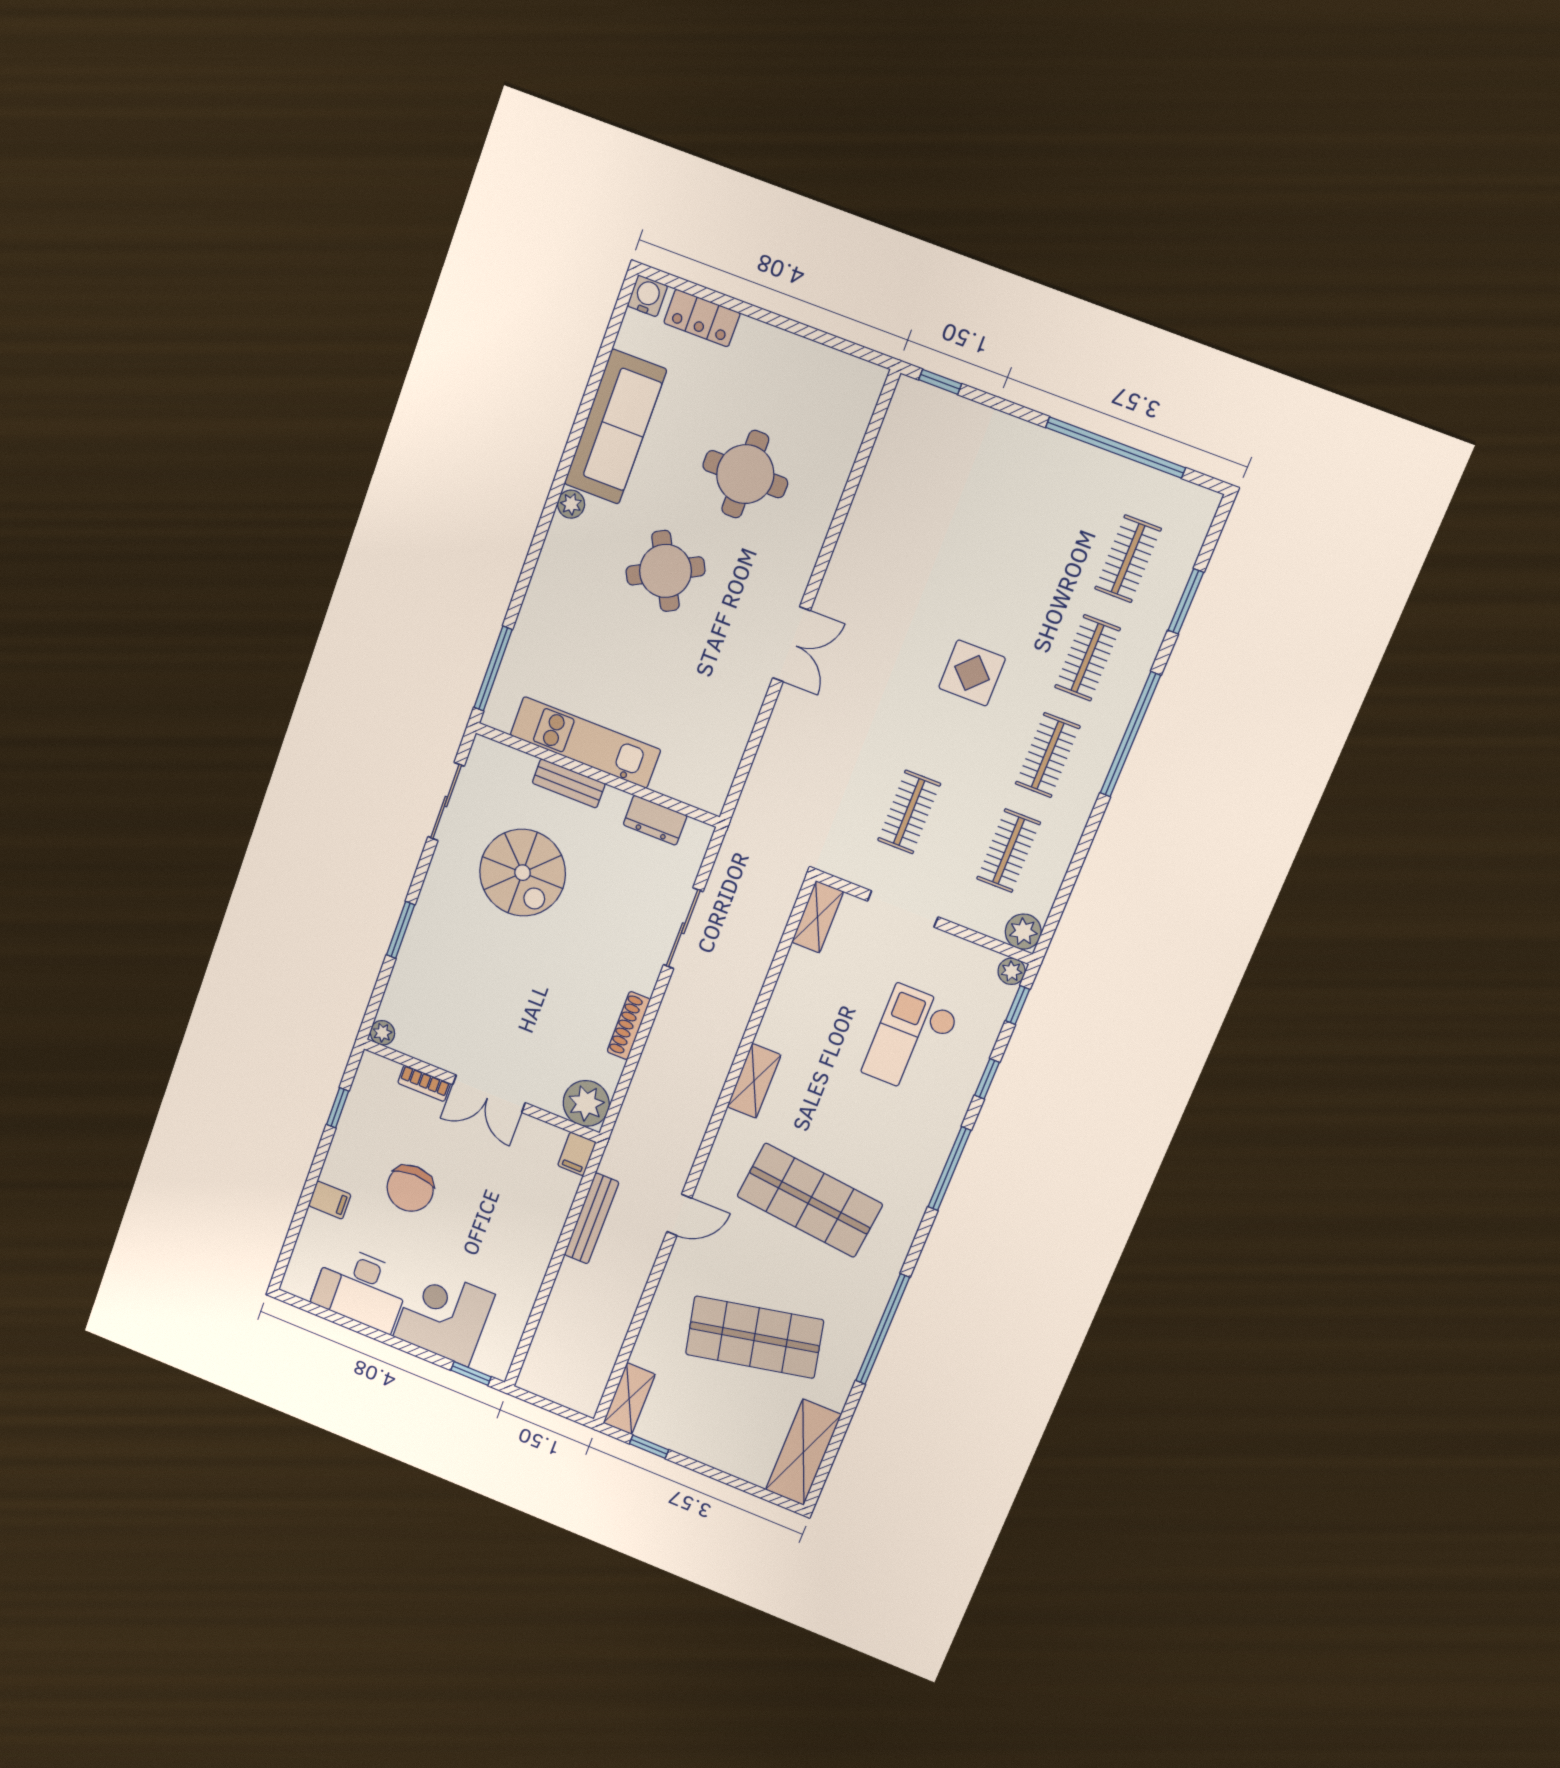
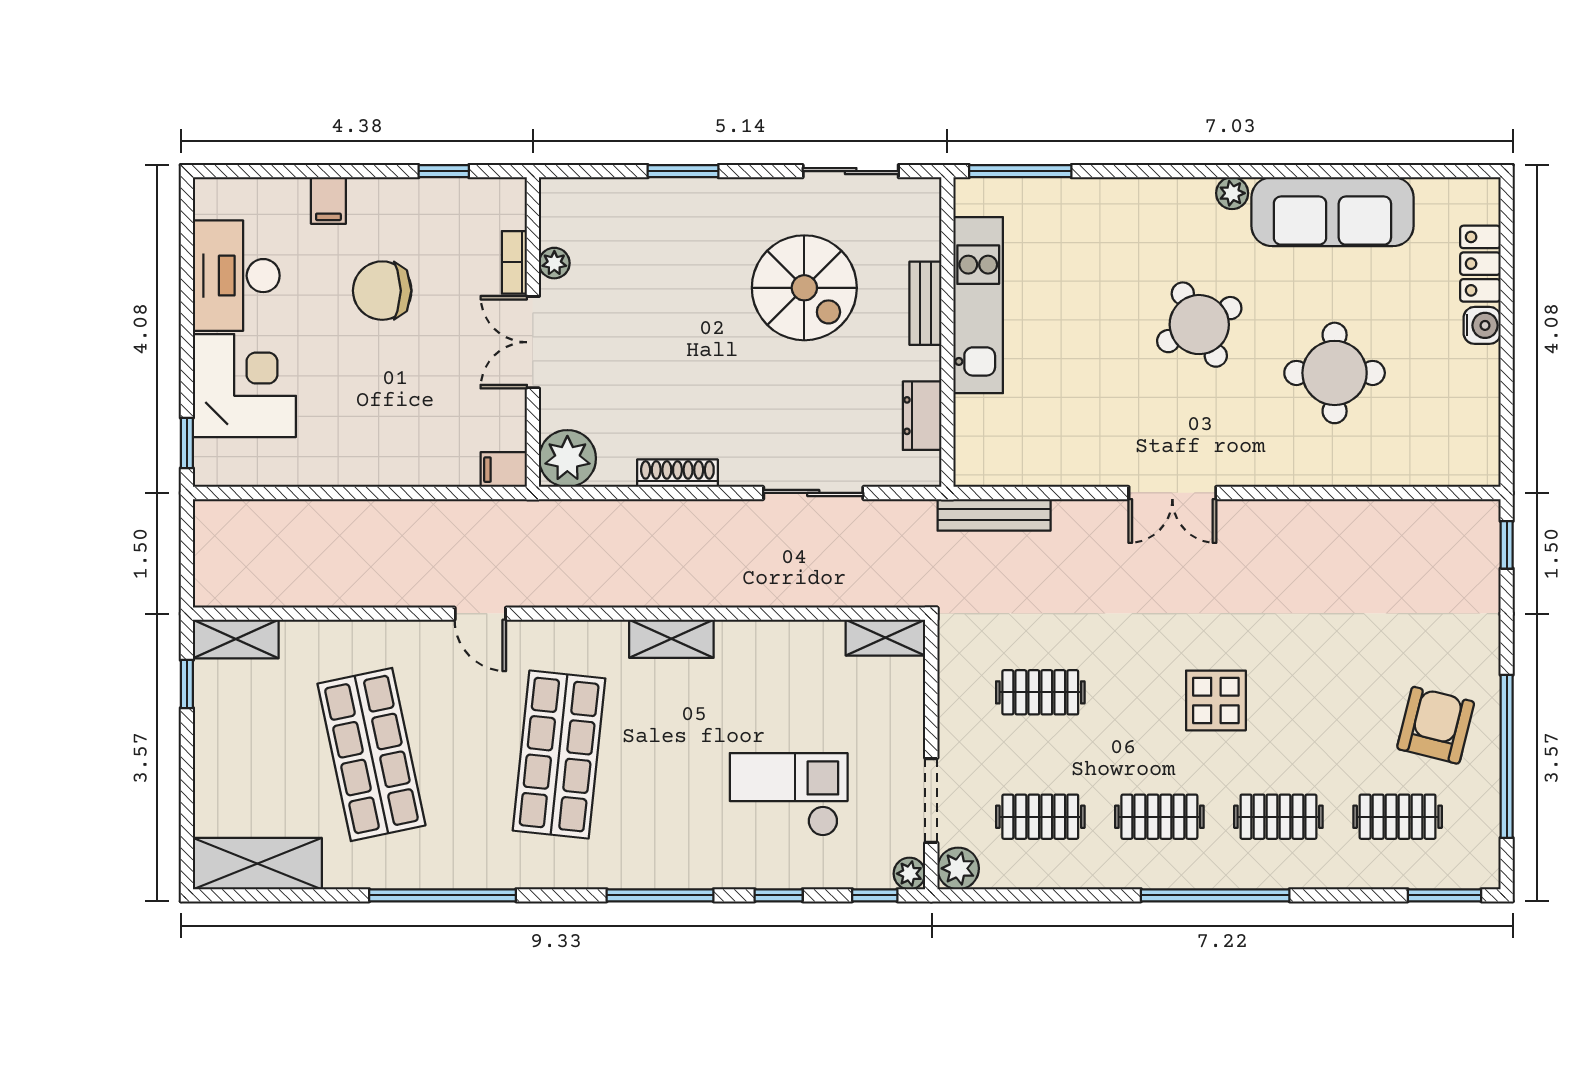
water cooler: (647, 296) -> (1482, 325), moved
armchair: (1065, 498) -> (1436, 725), added
window: (1186, 601) -> (1445, 895), moved
spiral stairs: (523, 873) -> (804, 288), turned -90
doorway: (903, 909) -> (931, 800), moved
plant: (382, 1033) -> (554, 263), moved
bench: (592, 1218) -> (994, 515), moved

